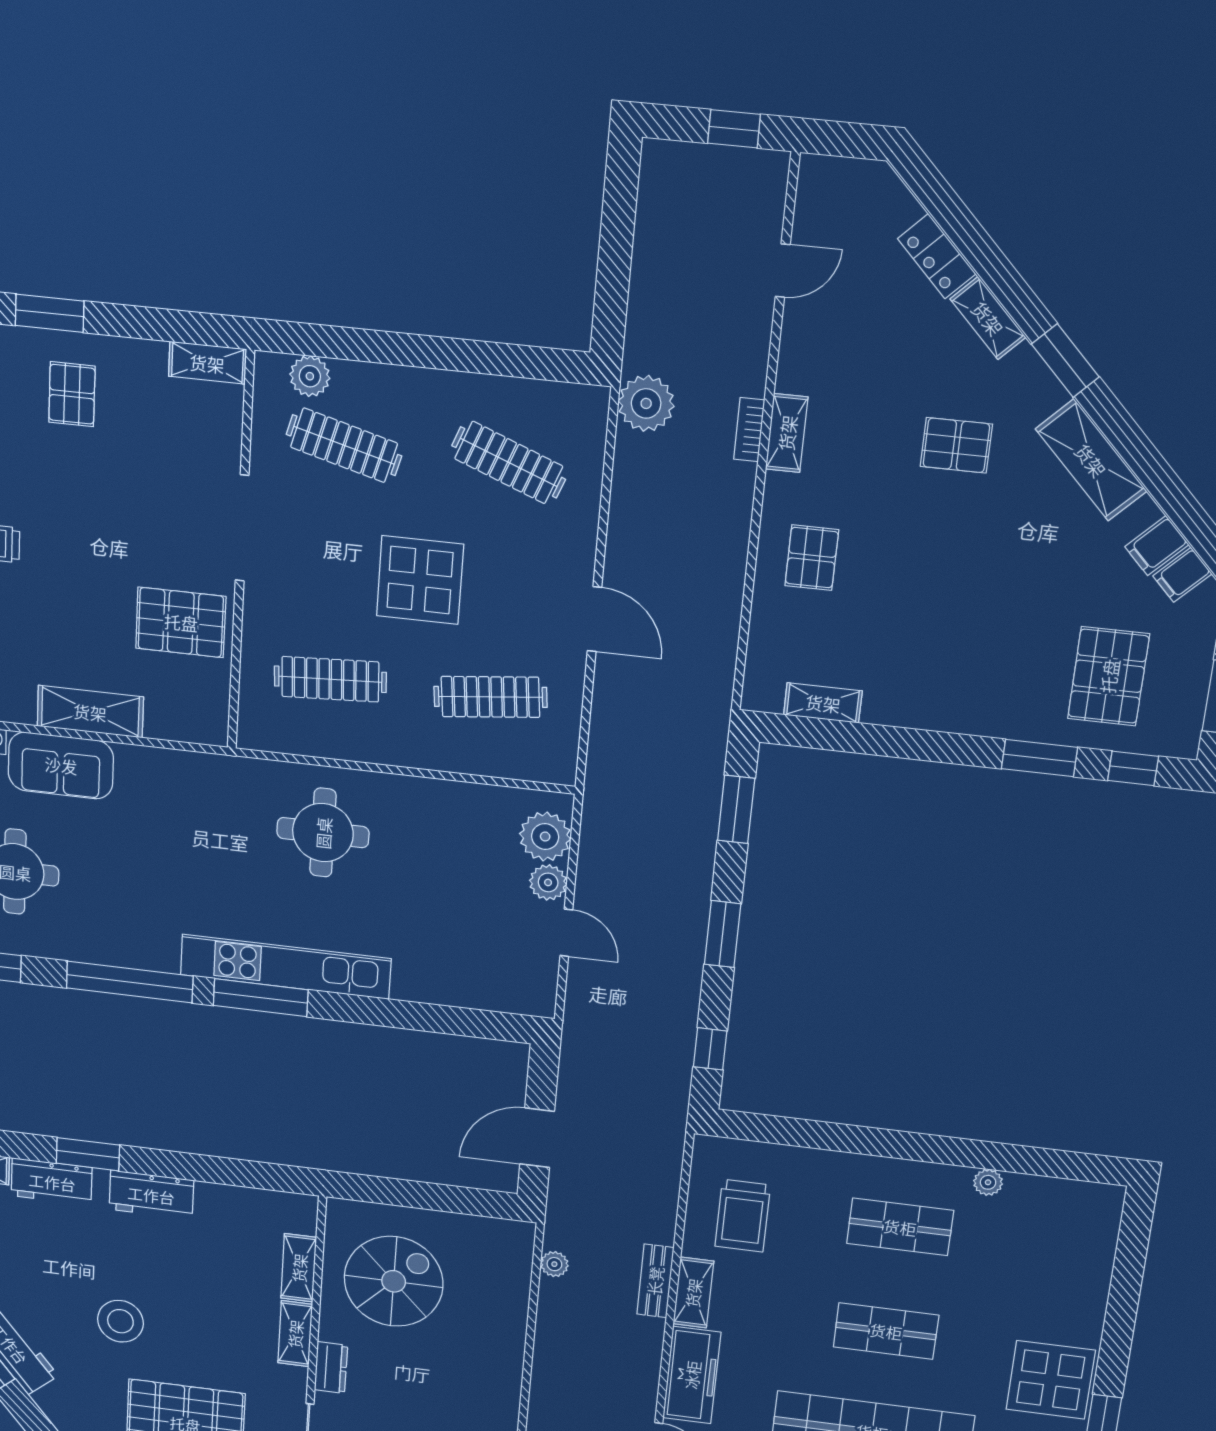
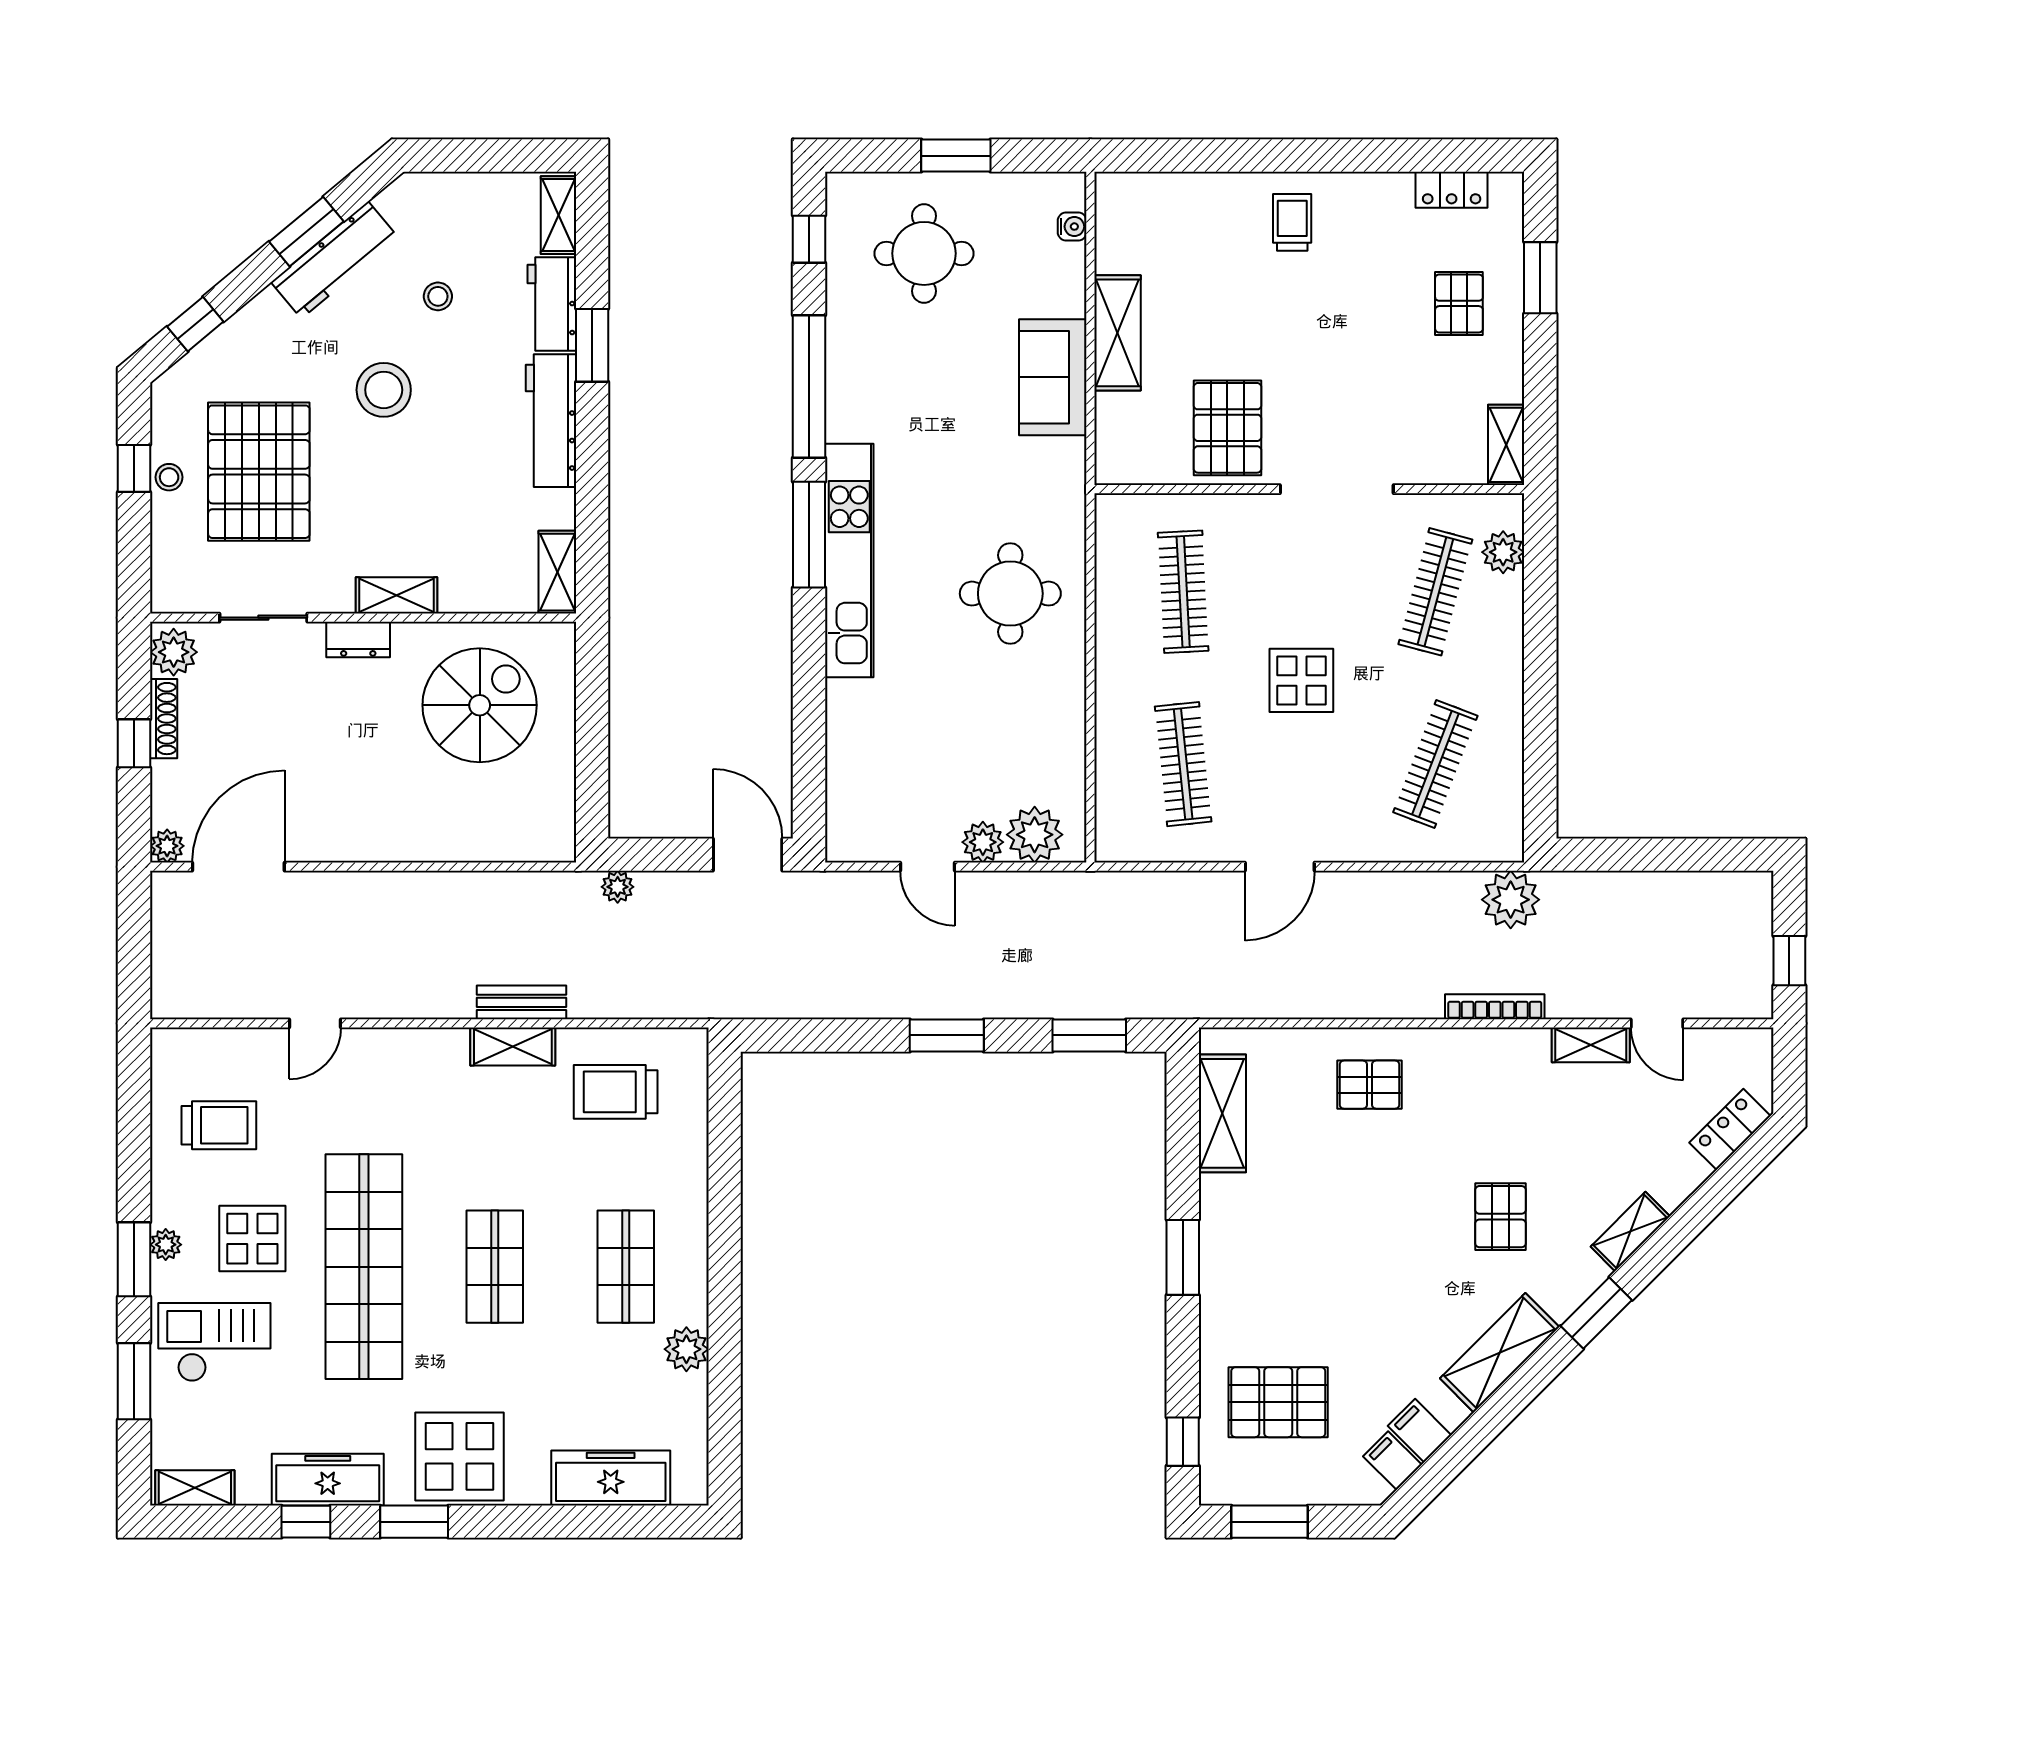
locker: (937, 256) -> (1730, 1129), moved
pallet: (72, 394) -> (1459, 303), turned 90
bookcase: (749, 430) -> (1495, 1007), width x1.56
shelving: (787, 433) -> (1591, 1045), moved
display table: (420, 580) -> (1301, 680), width x0.73, depth x0.73
shelving: (823, 703) -> (1222, 1113), width x1.50, depth x1.33
window: (1039, 758) -> (1183, 1257), moved
sofa: (61, 765) -> (1053, 377), moved
door: (566, 933) -> (927, 867), hinge flipped
window: (710, 1049) -> (812, 1035), removed
door: (537, 1138) -> (748, 855), moved
plant: (988, 1182) -> (686, 1349), width x1.38, depth x1.38
workbench: (151, 1195) -> (551, 421), width x1.38
plant: (554, 1264) -> (618, 887), moved
shelving: (299, 1268) -> (557, 572), moved, turned 90
stool: (43, 1270) -> (438, 296), added
spiral stairs: (394, 1281) -> (480, 705), turned -90
freezer: (692, 1375) -> (611, 1478), moved, turned 180

